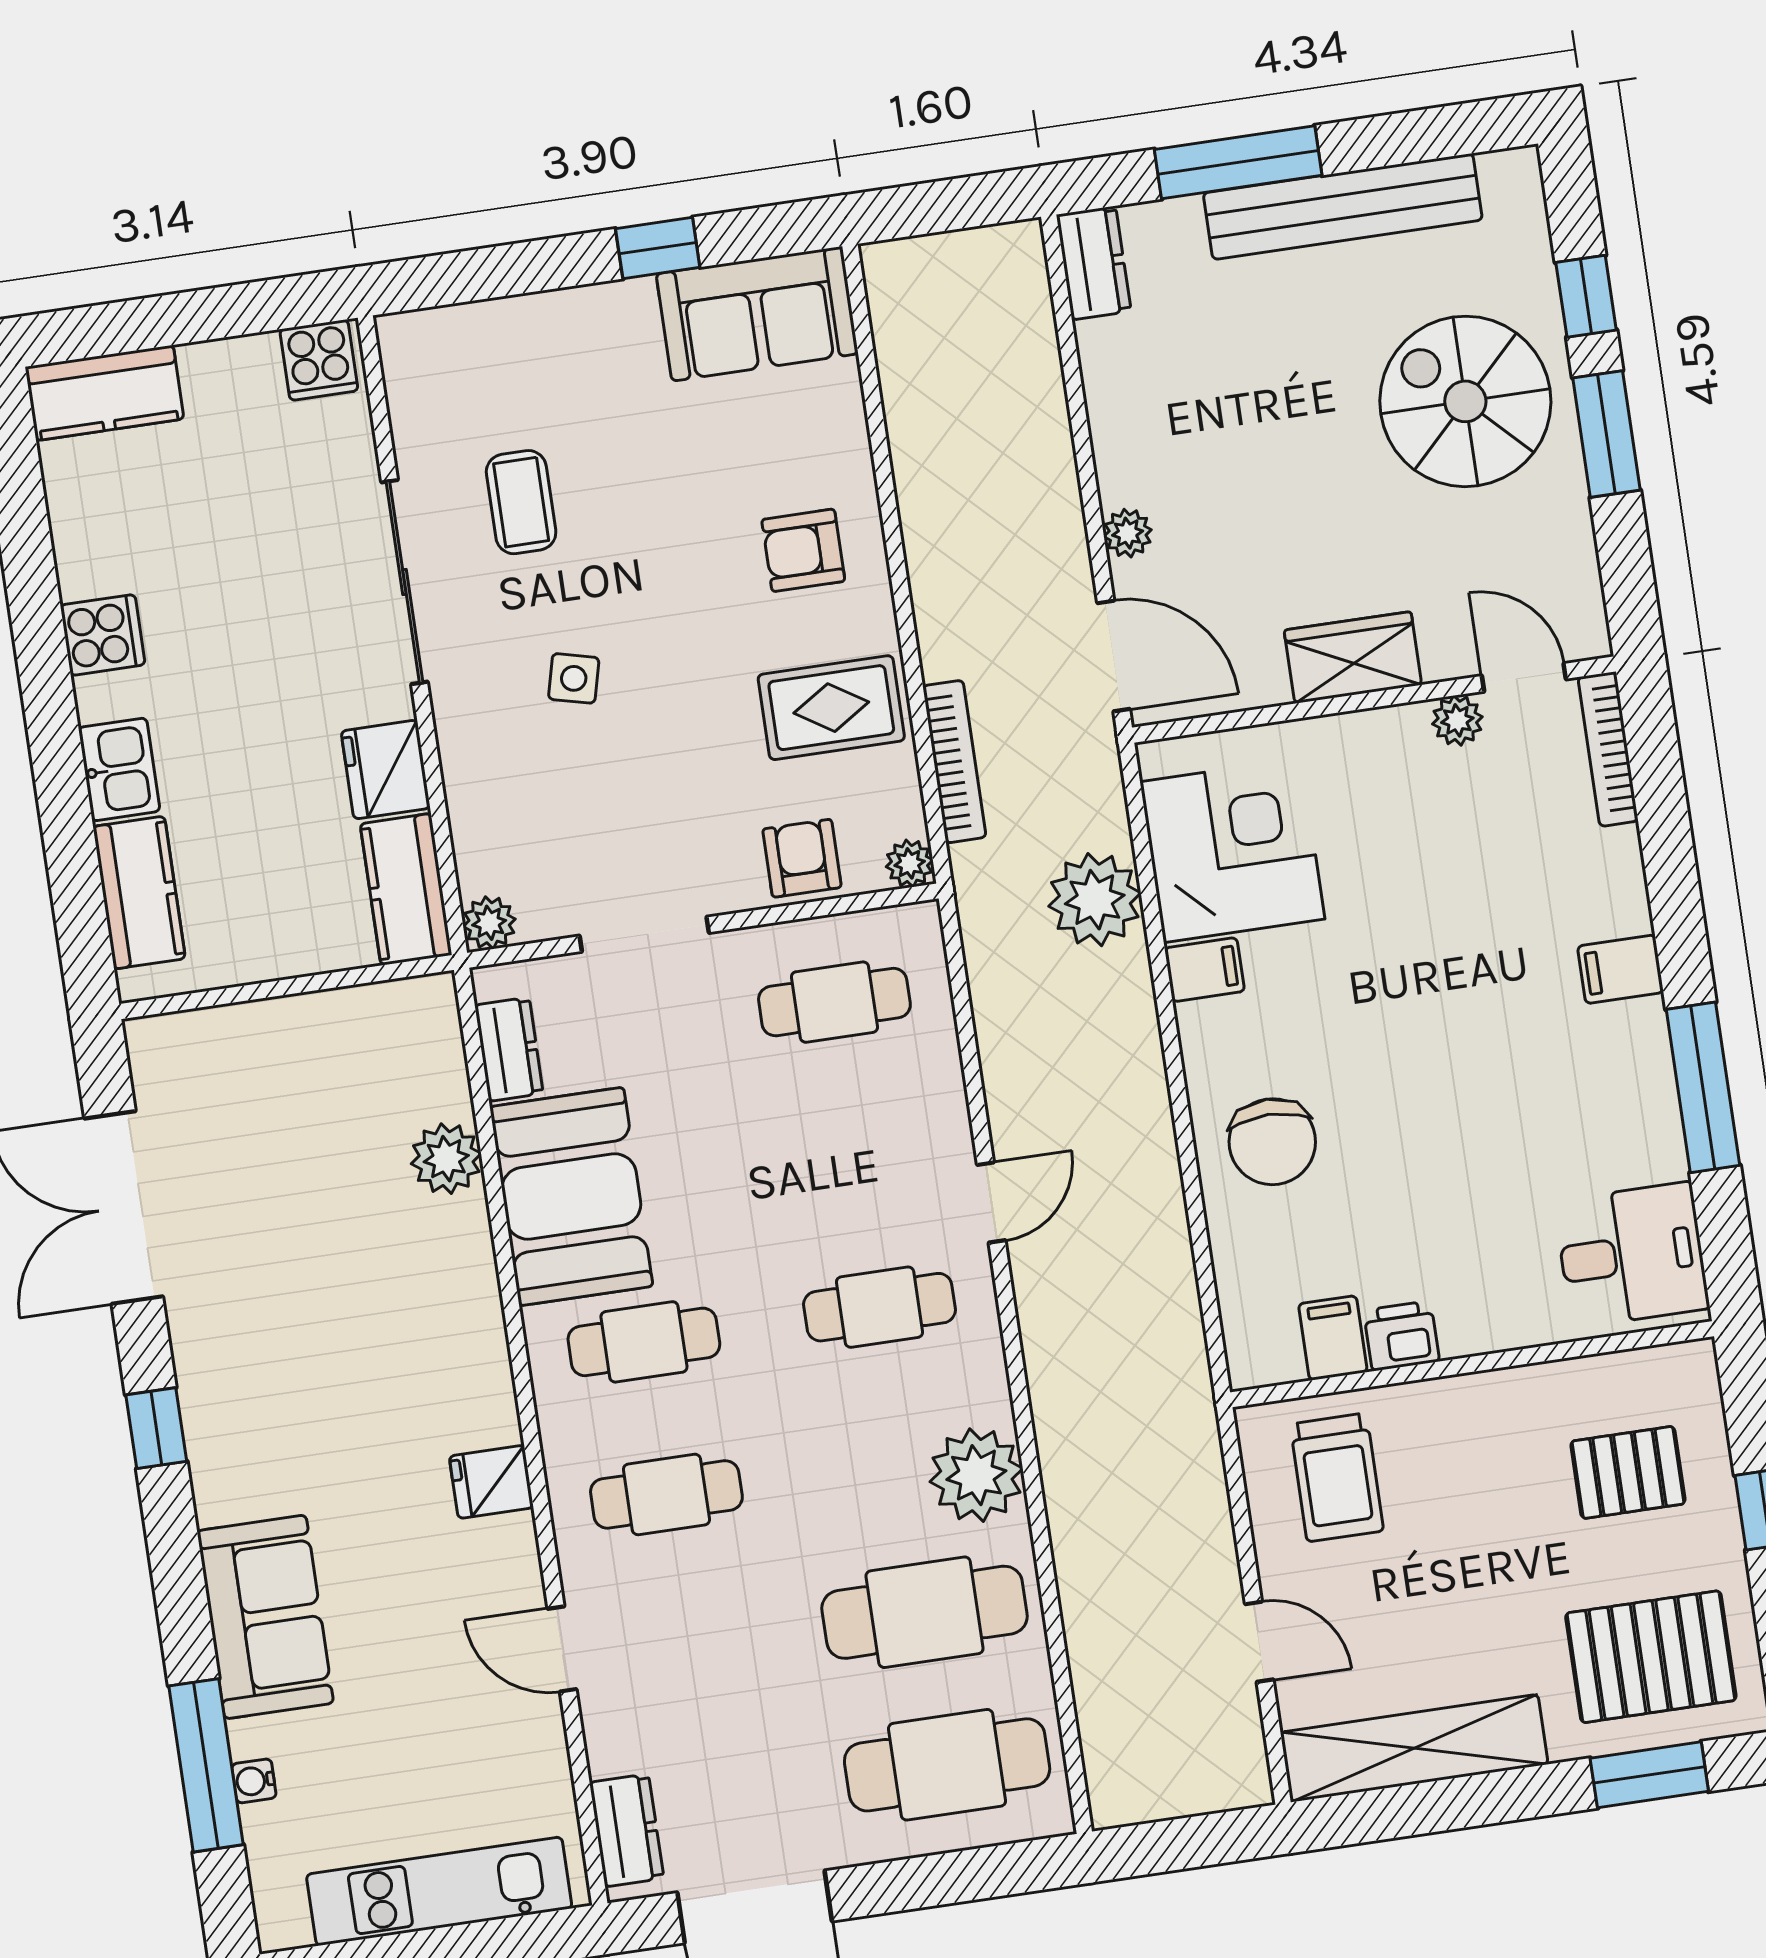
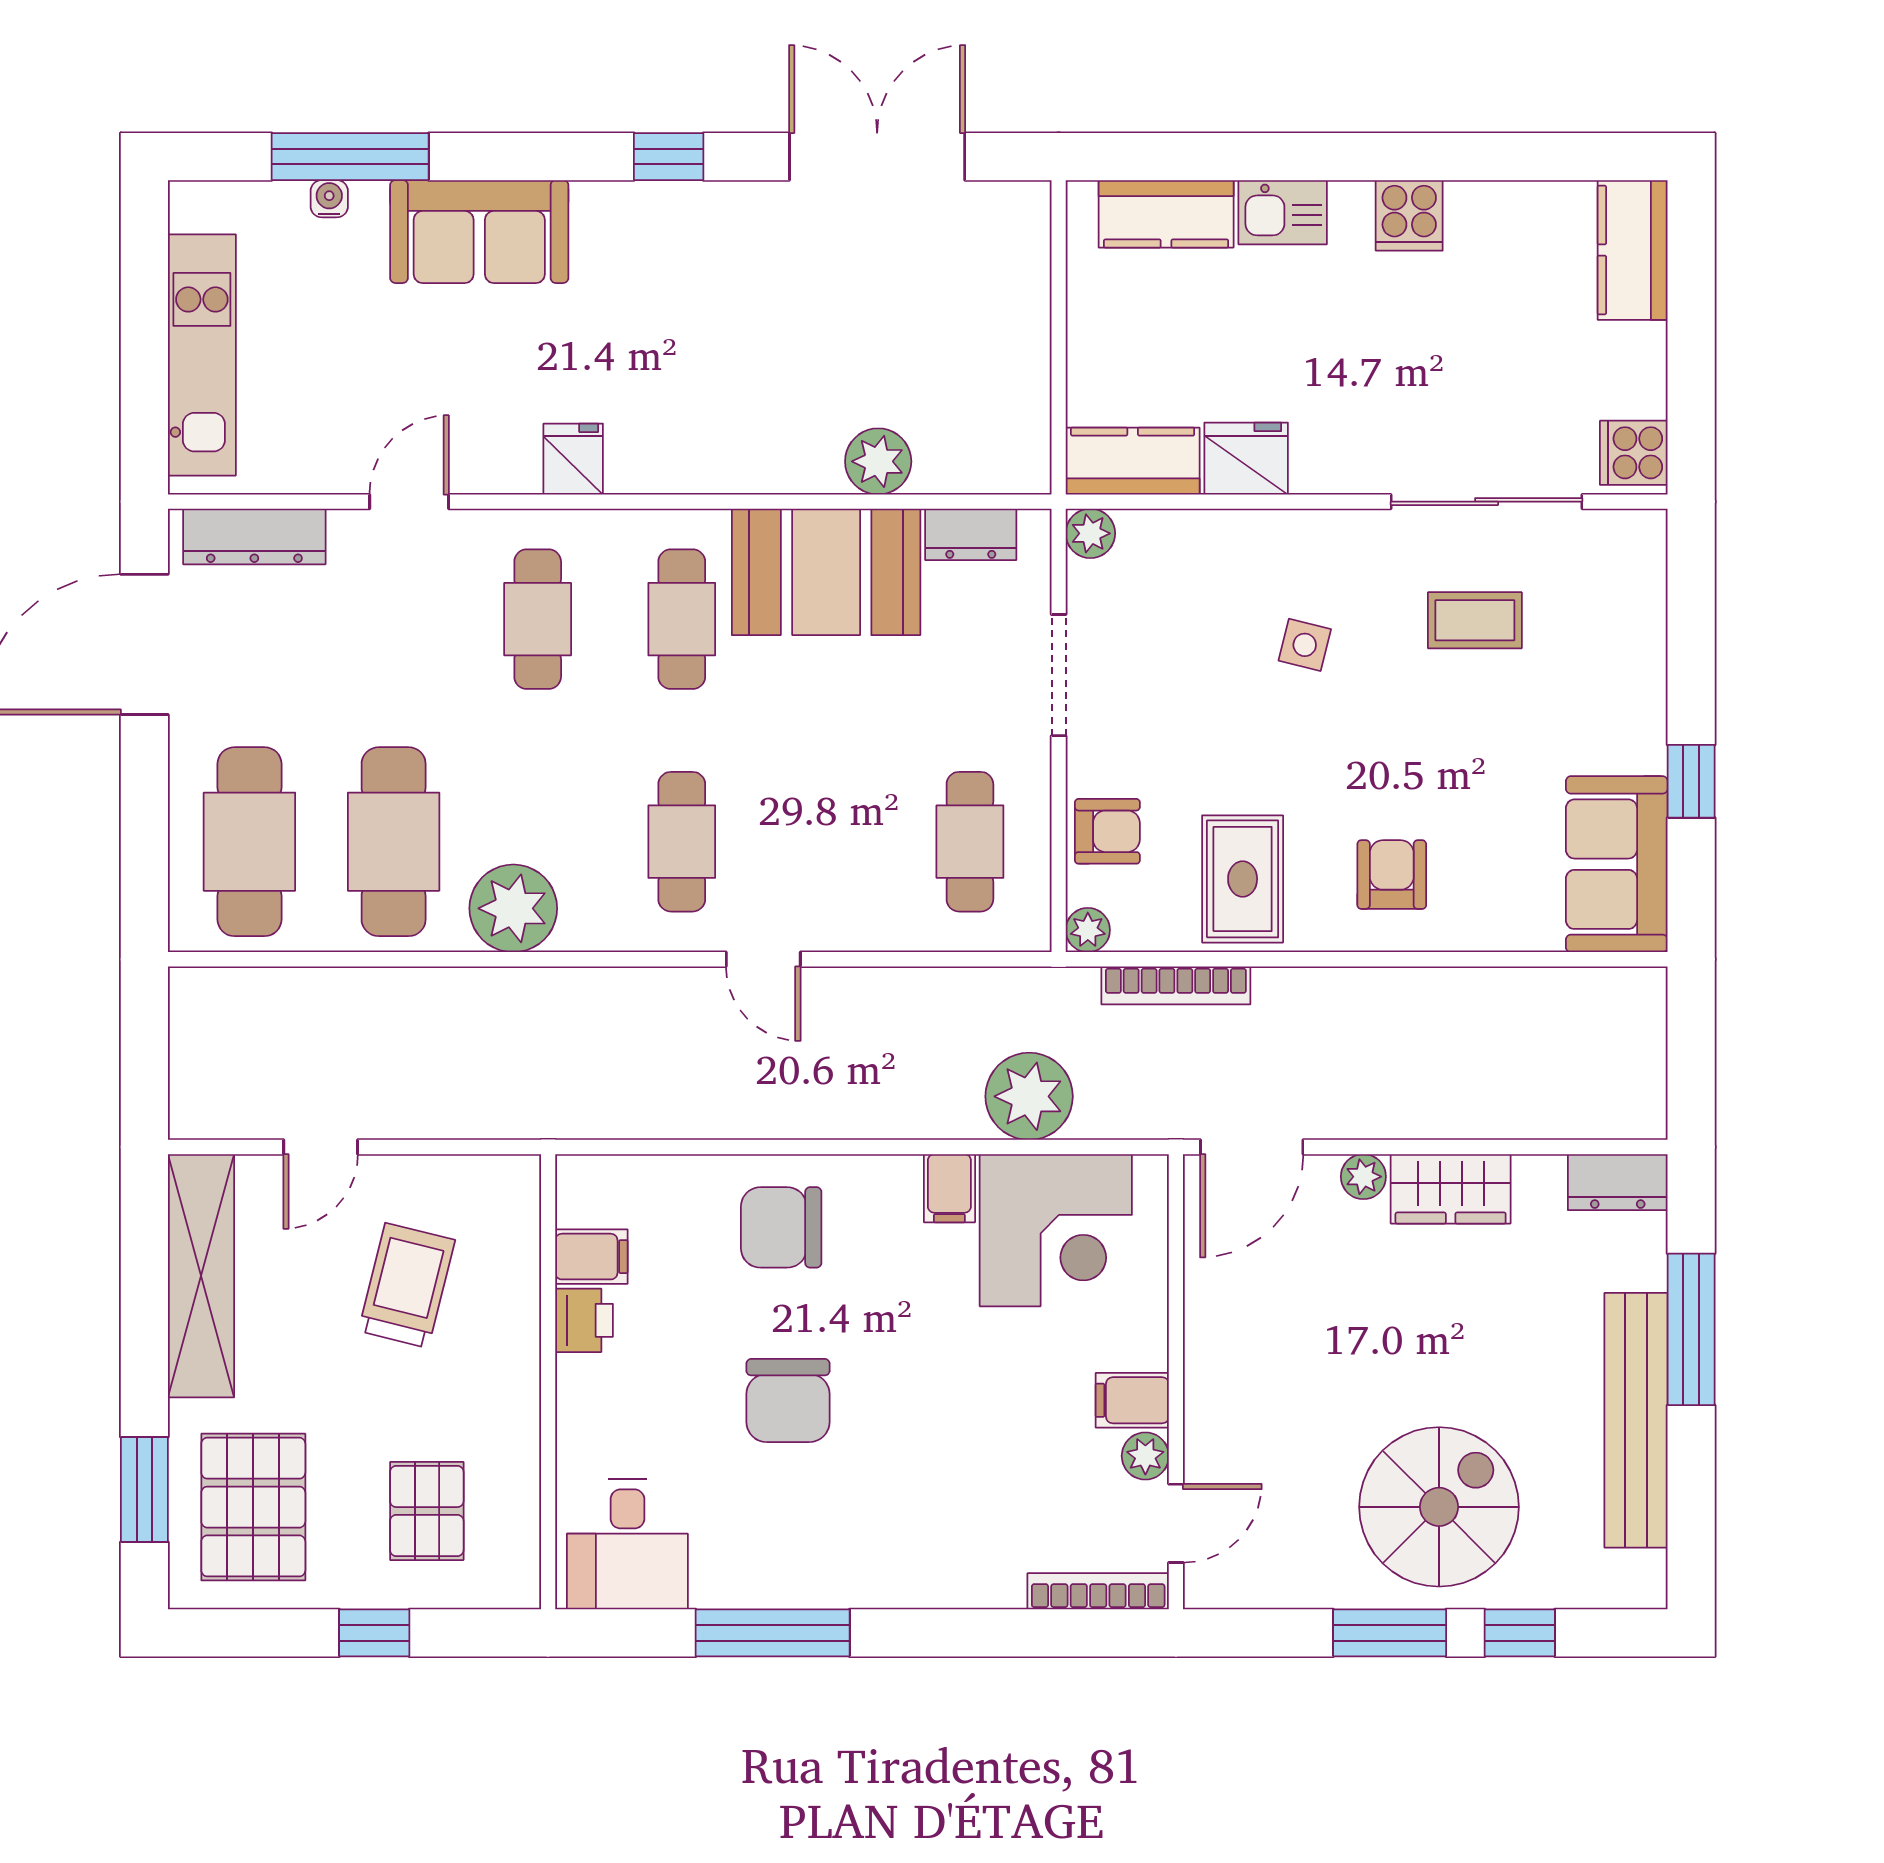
sliding door: (404, 582) -> (1487, 502), moved
wardrobe: (1353, 657) -> (1451, 1189), moved, turned 90
filing cabinet: (1620, 969) -> (1132, 1400), moved, turned -90
chair: (1454, 1107) -> (788, 1400), added
trolley: (1337, 1477) -> (407, 1285), moved, turned 104
dresser: (627, 1830) -> (254, 536), width x1.44

